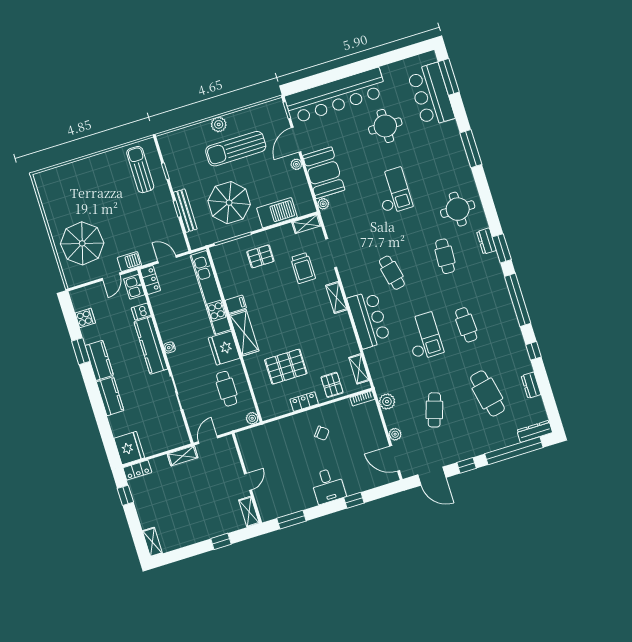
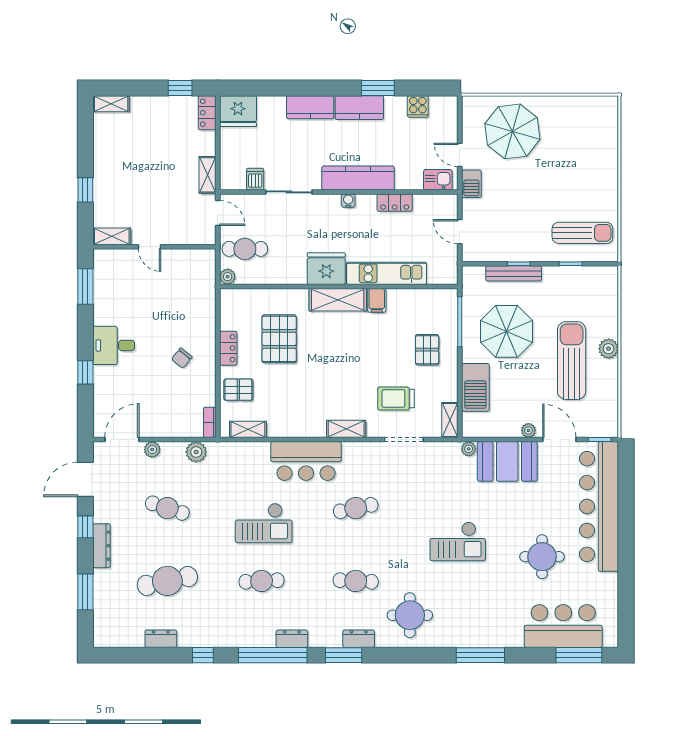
door: (167, 259) -> (460, 232), swing flipped
locker: (150, 280) -> (395, 203), moved
dresser: (501, 290) -> (292, 639), added
kitchen unit: (211, 293) -> (387, 273), width x0.73
dishwasher: (141, 312) -> (255, 179), moved
cafe table: (227, 389) -> (245, 249), moved
dresser: (535, 431) -> (102, 546), moved
window: (514, 451) -> (85, 592), width x0.47

